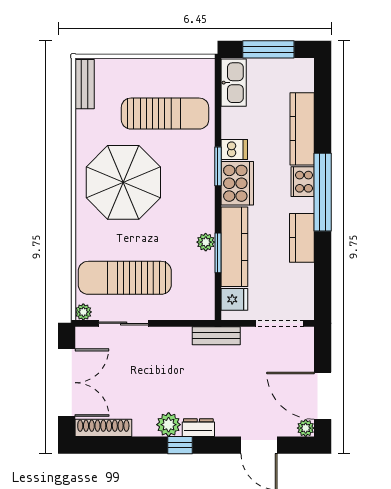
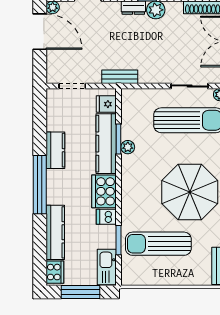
window: (218, 166) -> (119, 240), moved
cooker: (303, 182) -> (55, 272), moved
doorway: (279, 323) -> (72, 86), width x0.73

